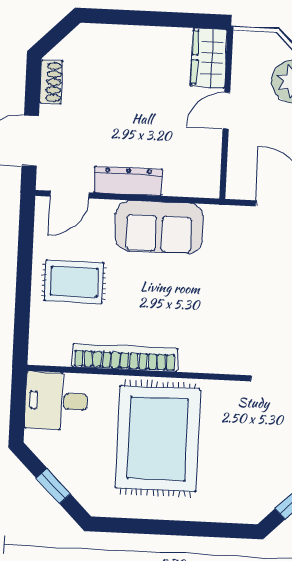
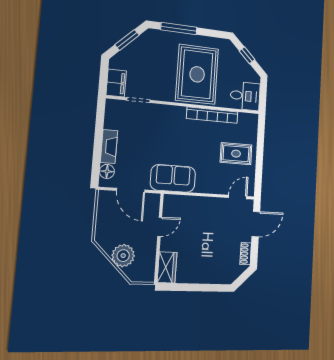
door: (226, 111) -> (160, 227), moved
dresser: (128, 181) -> (209, 203), removed
sofa: (159, 227) -> (173, 178), moved
window: (197, 529) -> (179, 29), added

